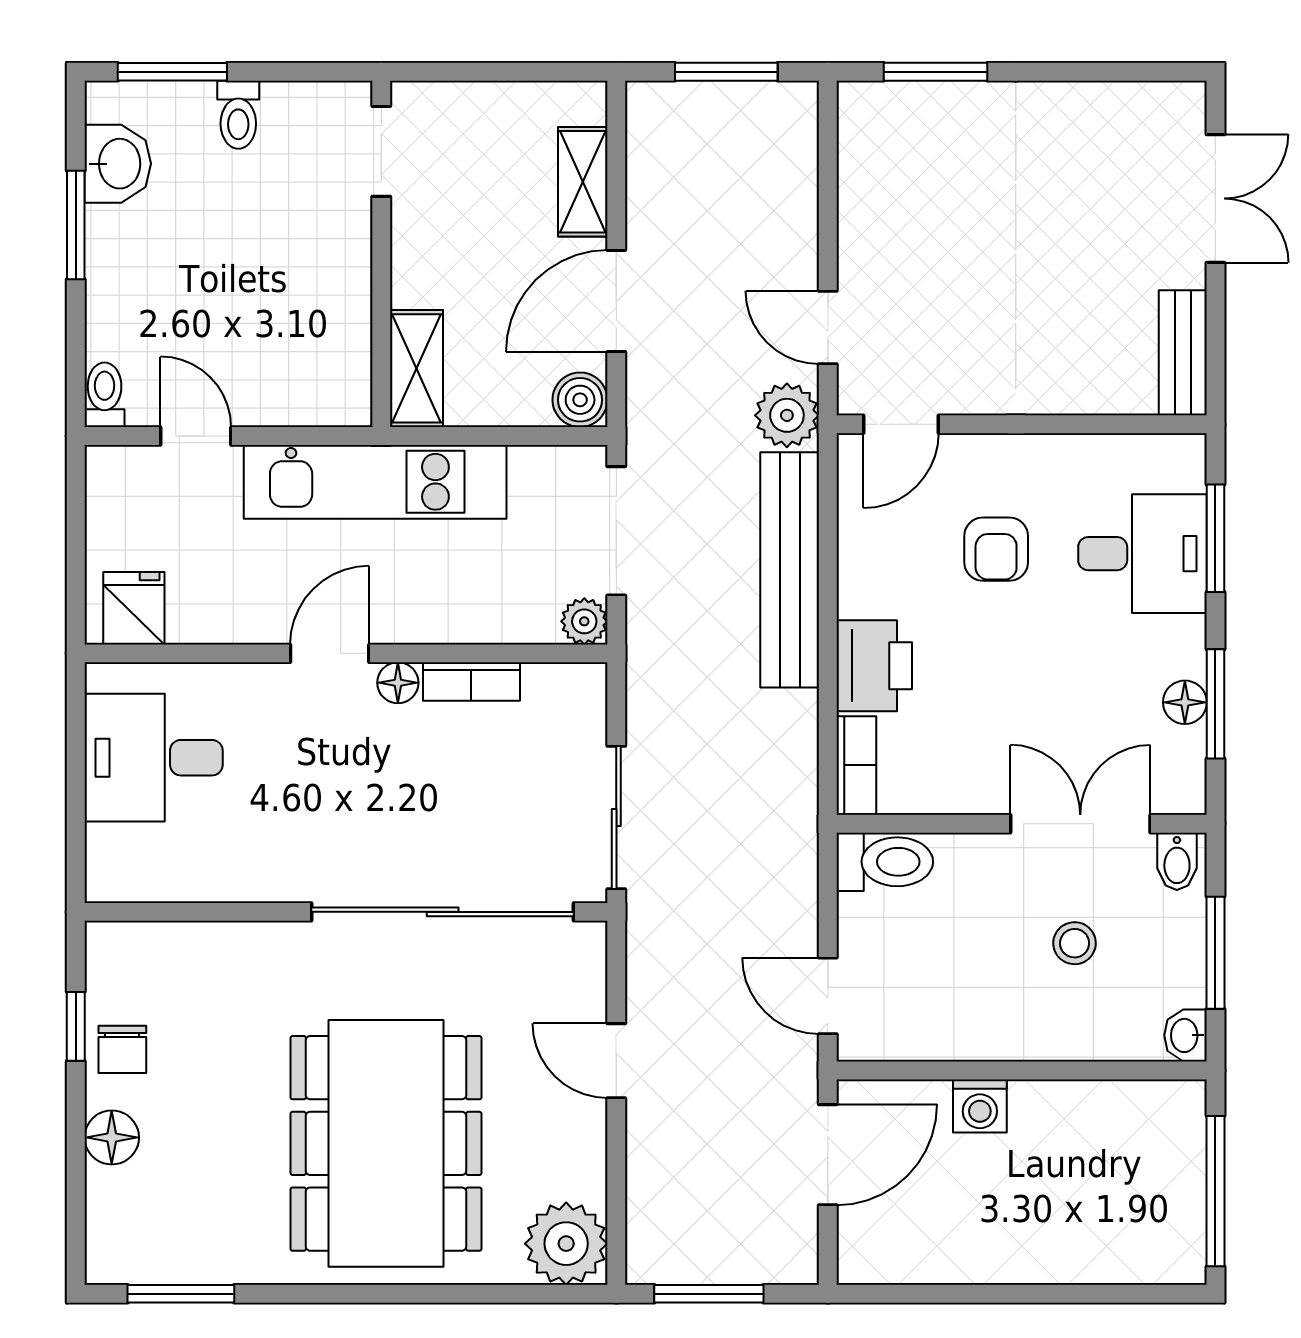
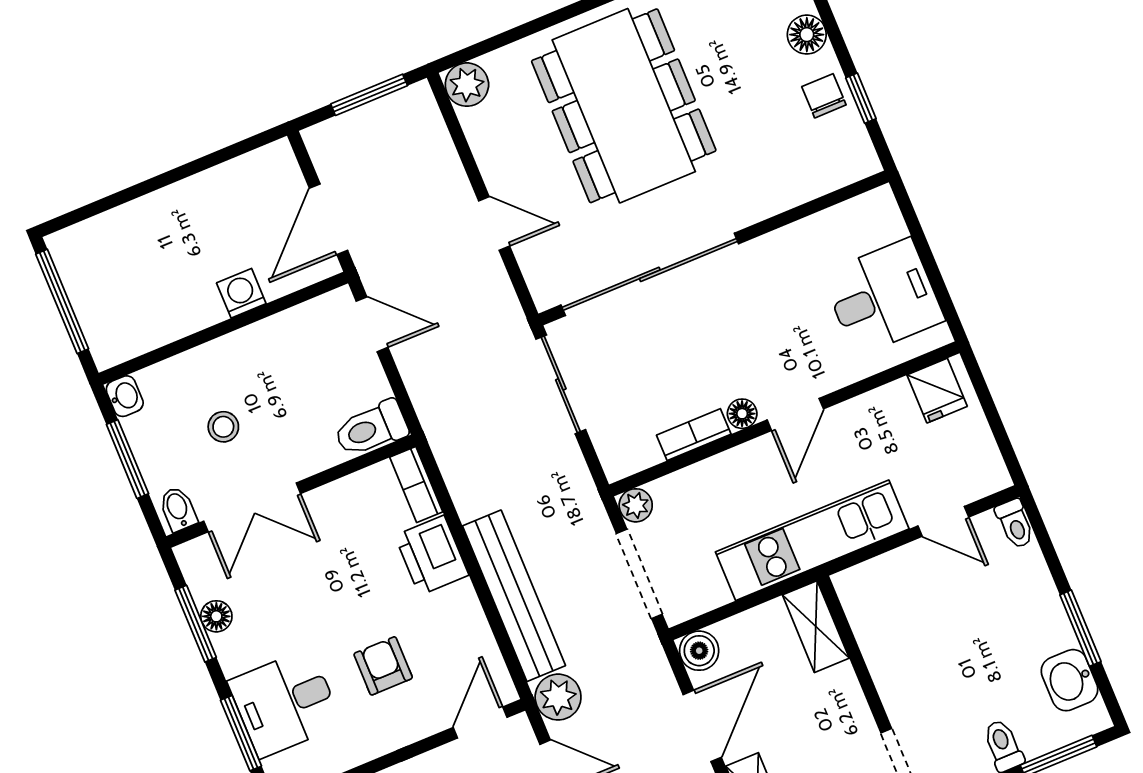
plant: (566, 1244) -> (467, 85), width x0.73, depth x0.73

